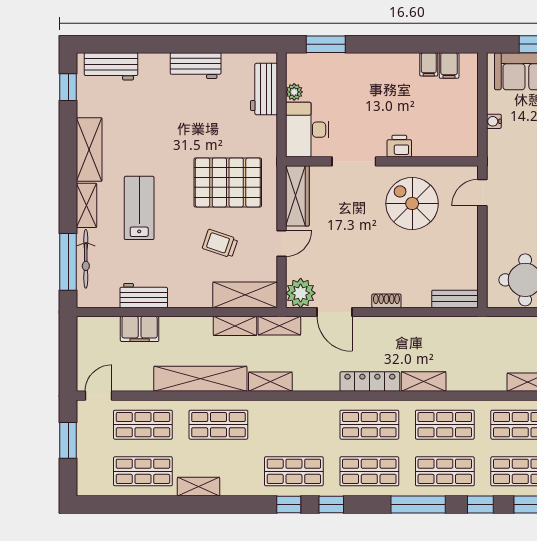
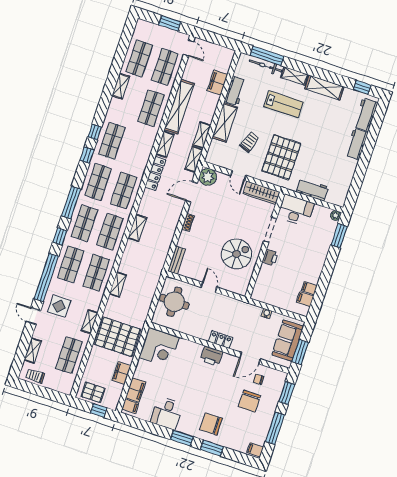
workbench: (196, 66) -> (357, 144), moved
workbench: (264, 89) -> (312, 189), moved
plant: (294, 92) -> (336, 215), moved
door: (482, 193) -> (209, 287), moved
shelving: (245, 295) -> (225, 122), moved
locker: (370, 382) -> (155, 173), moved

